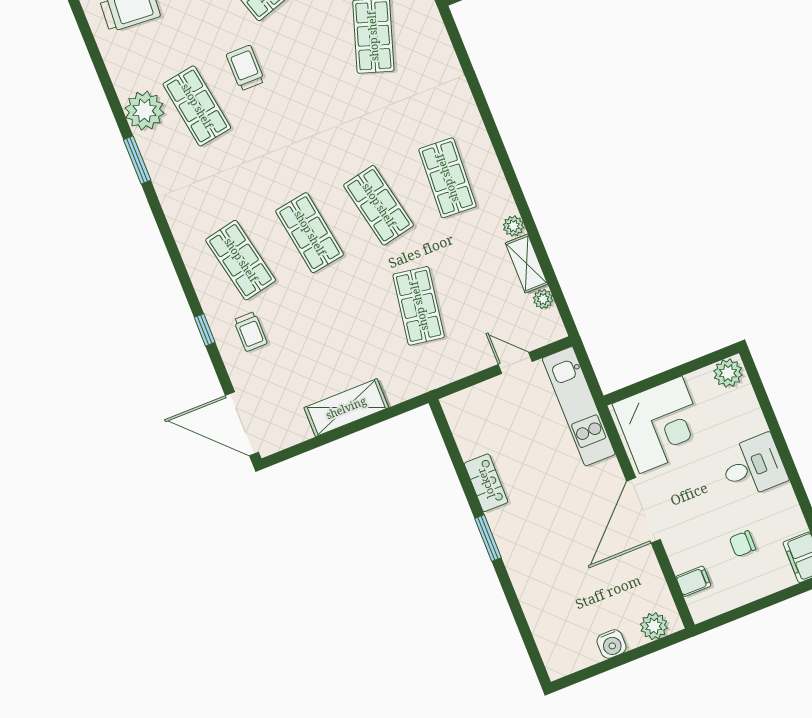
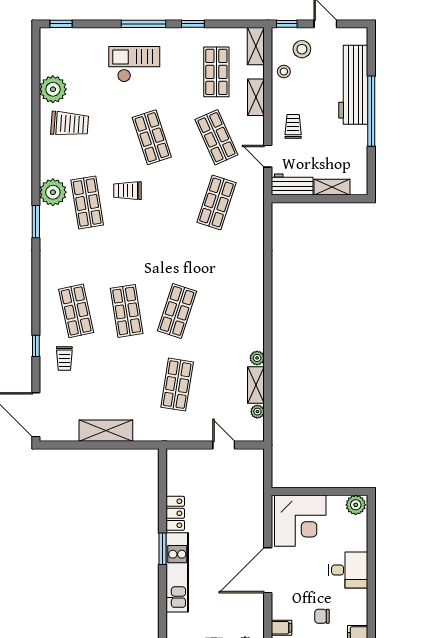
trolley: (245, 68) -> (128, 191), turned -90
shop shelf: (447, 178) -> (228, 311), removed
shop shelf: (379, 205) -> (177, 311), turned 30
kitchen unit: (579, 406) -> (177, 572), moved, turned 180

